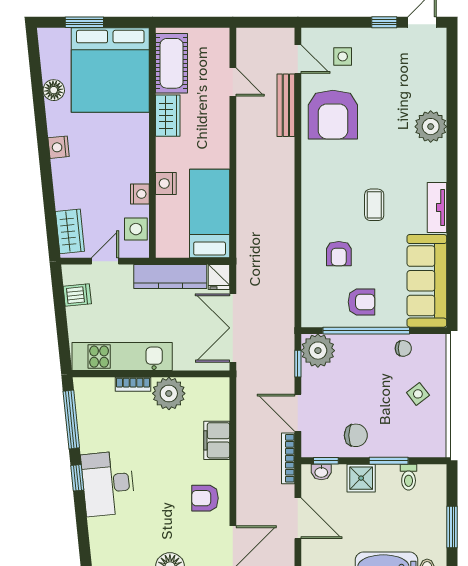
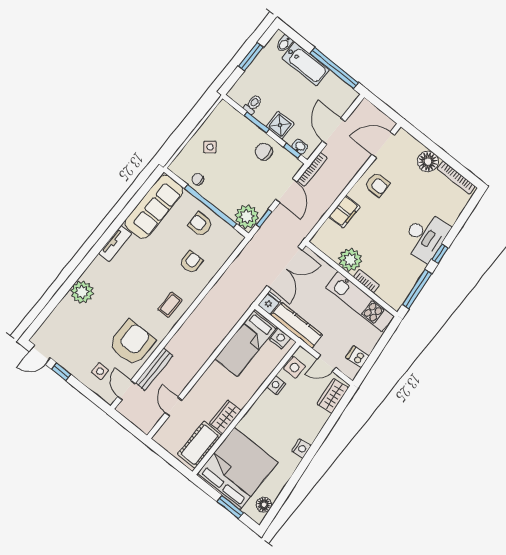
floor lamp: (54, 90) -> (264, 505), moved
nightstand: (166, 183) -> (280, 338), moved, turned -90
coffee table: (374, 205) -> (170, 305), moved

